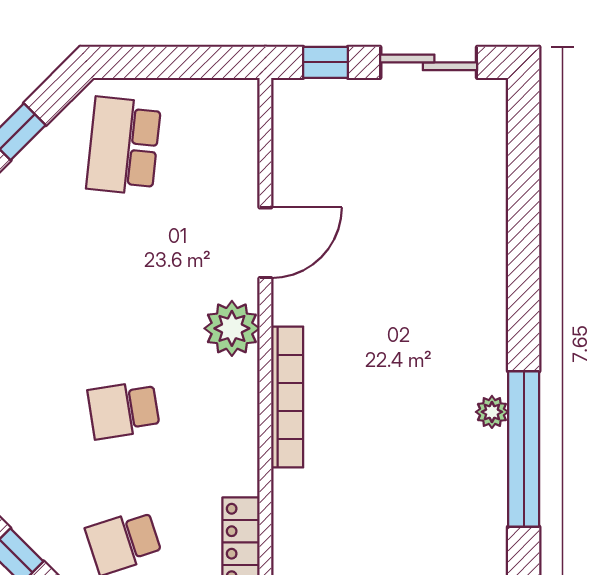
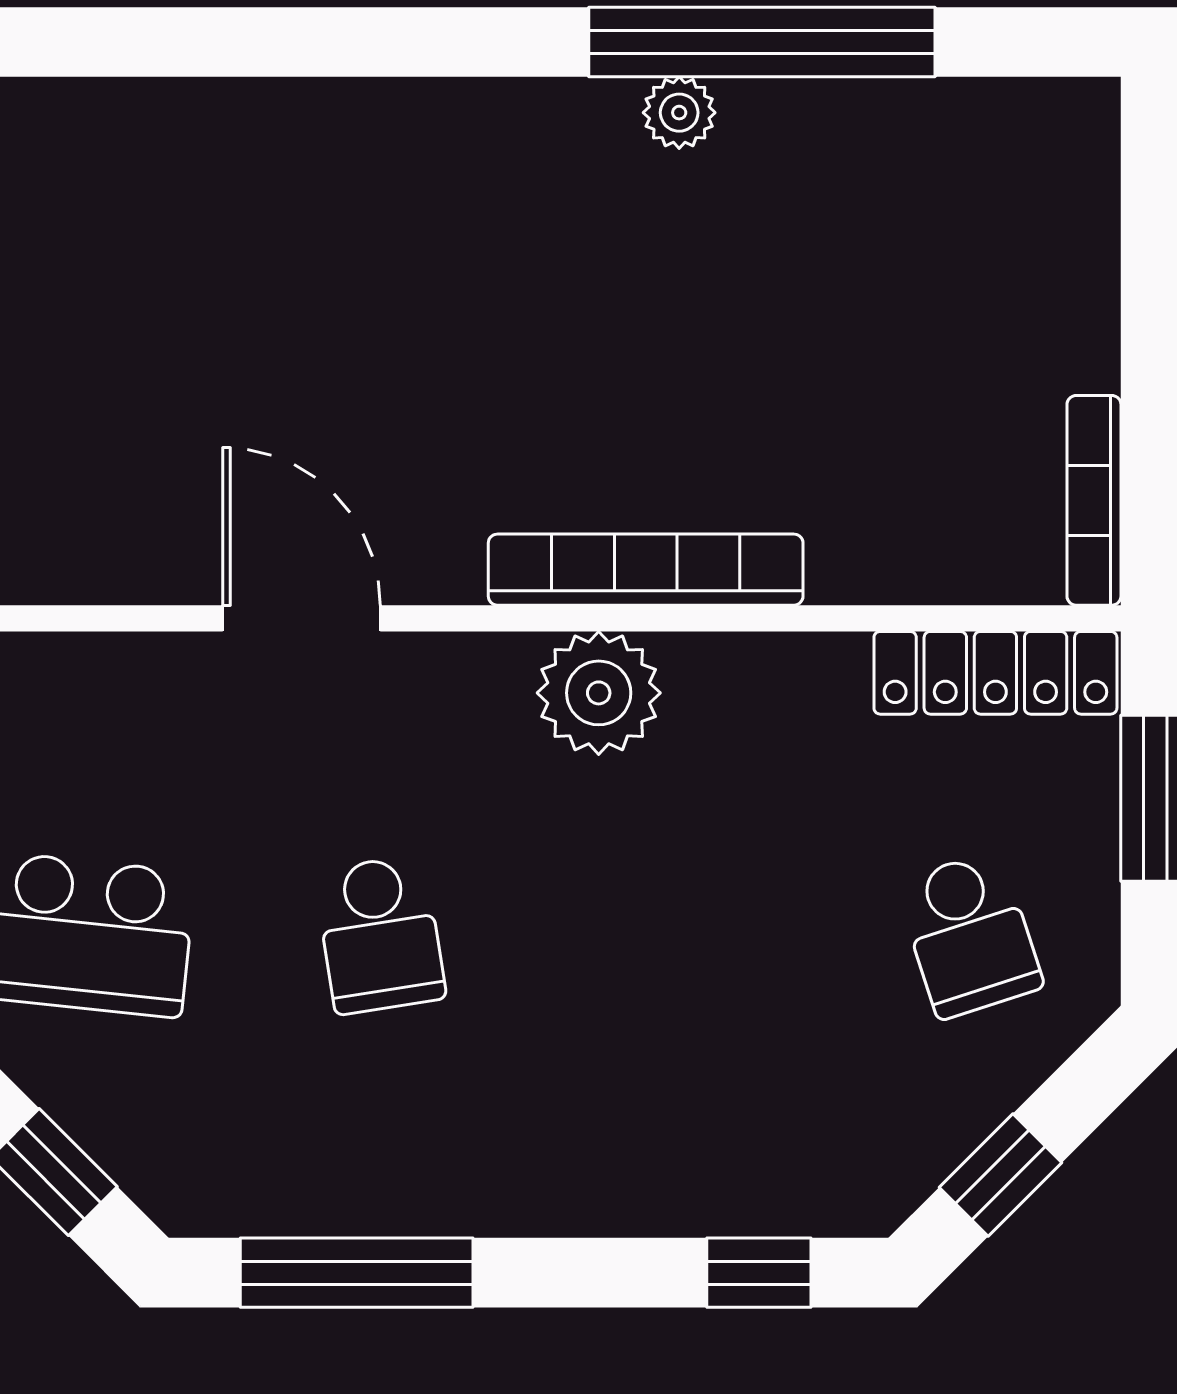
plant: (232, 328) -> (599, 693), moved
school desk: (124, 410) -> (380, 935), moved

